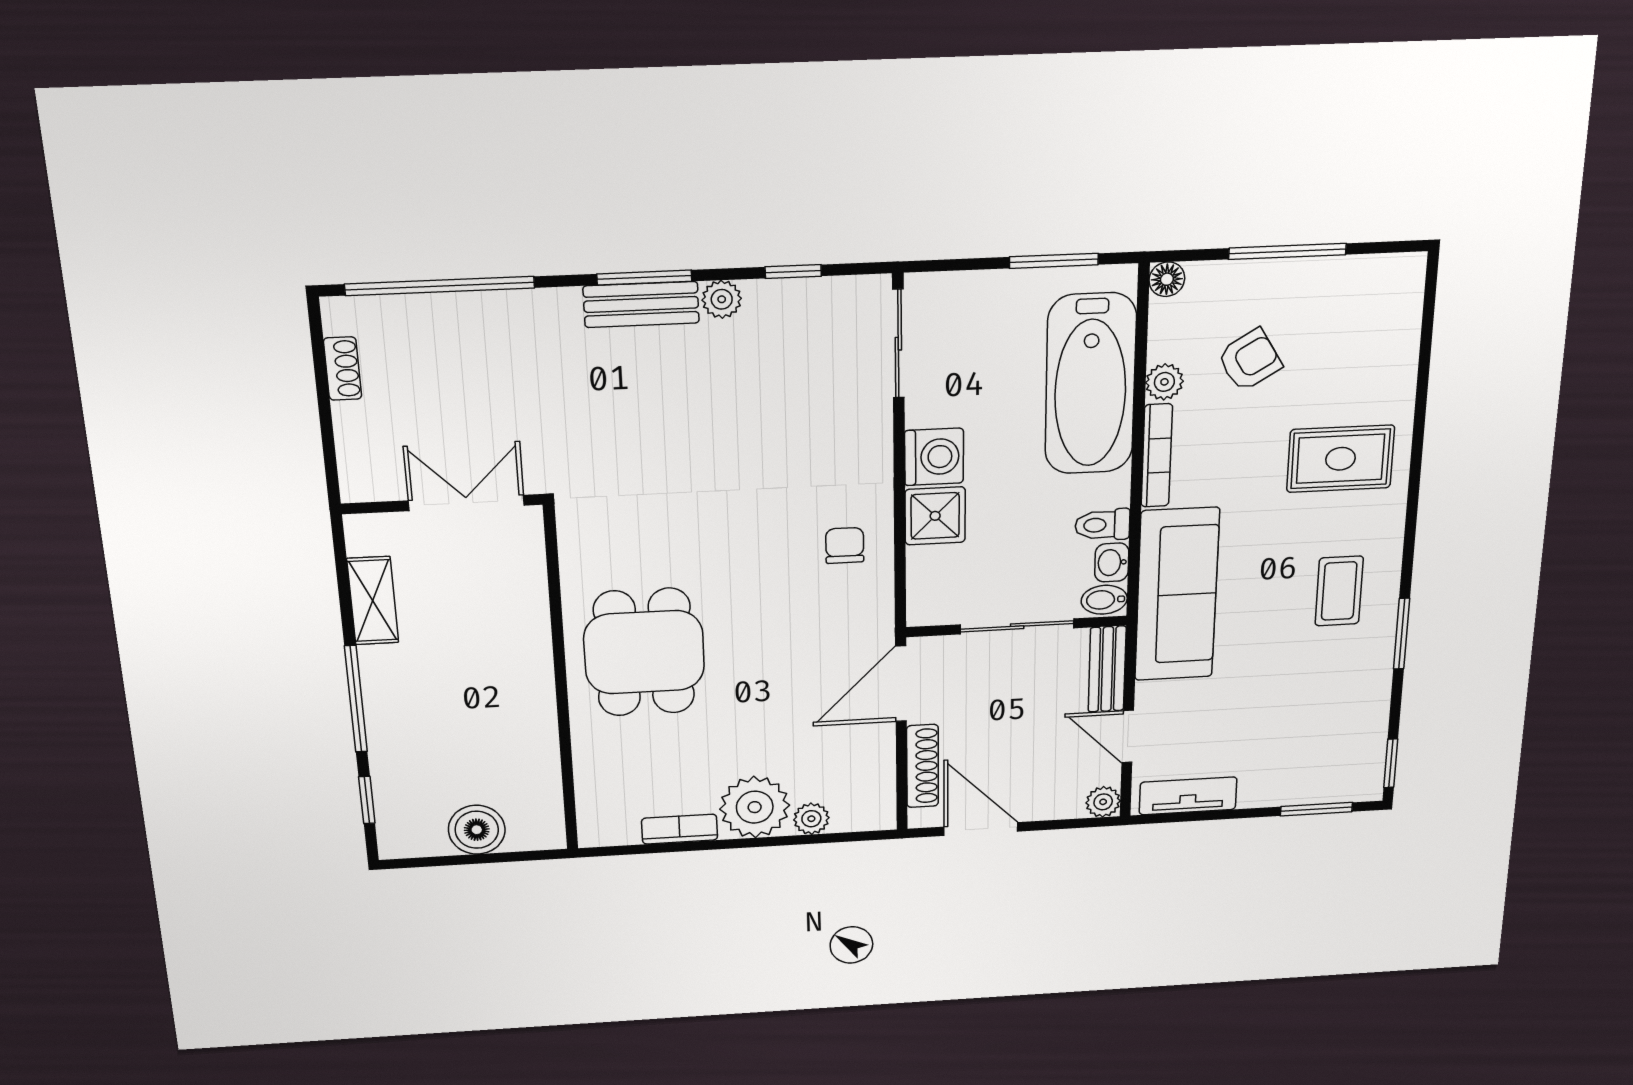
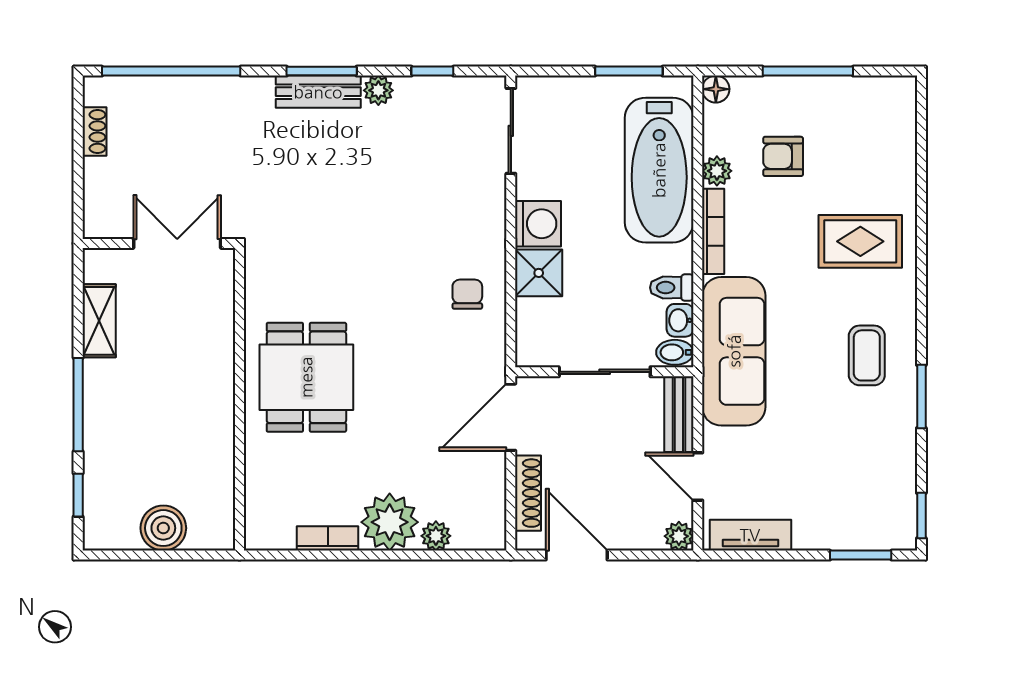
armchair: (1250, 360) -> (783, 156), turned -149

